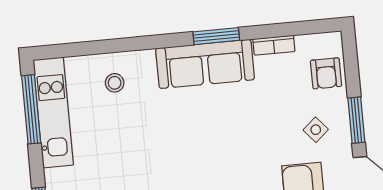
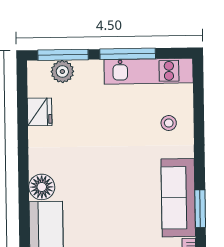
window: (31, 109) -> (128, 54), moved

